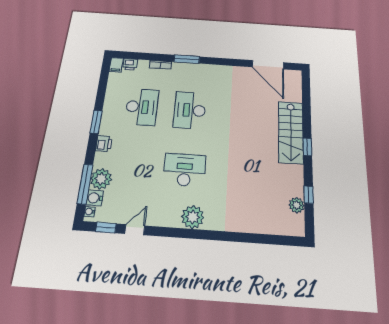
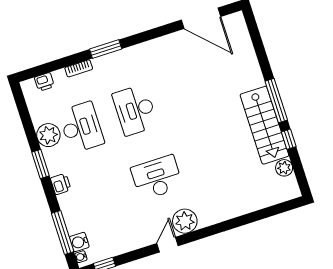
filing cabinet: (116, 65) -> (29, 89), removed
stairs: (291, 132) -> (264, 125), moved
window: (307, 147) -> (276, 101), width x2.17
plant: (101, 179) -> (48, 135), moved
window: (309, 195) -> (289, 139), moved
door: (135, 230) -> (167, 245), moved

